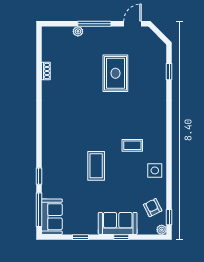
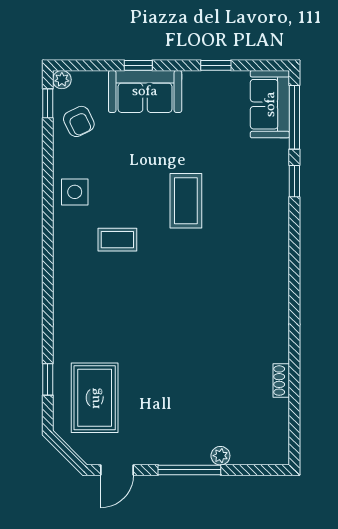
rug: (115, 73) -> (95, 398), moved

